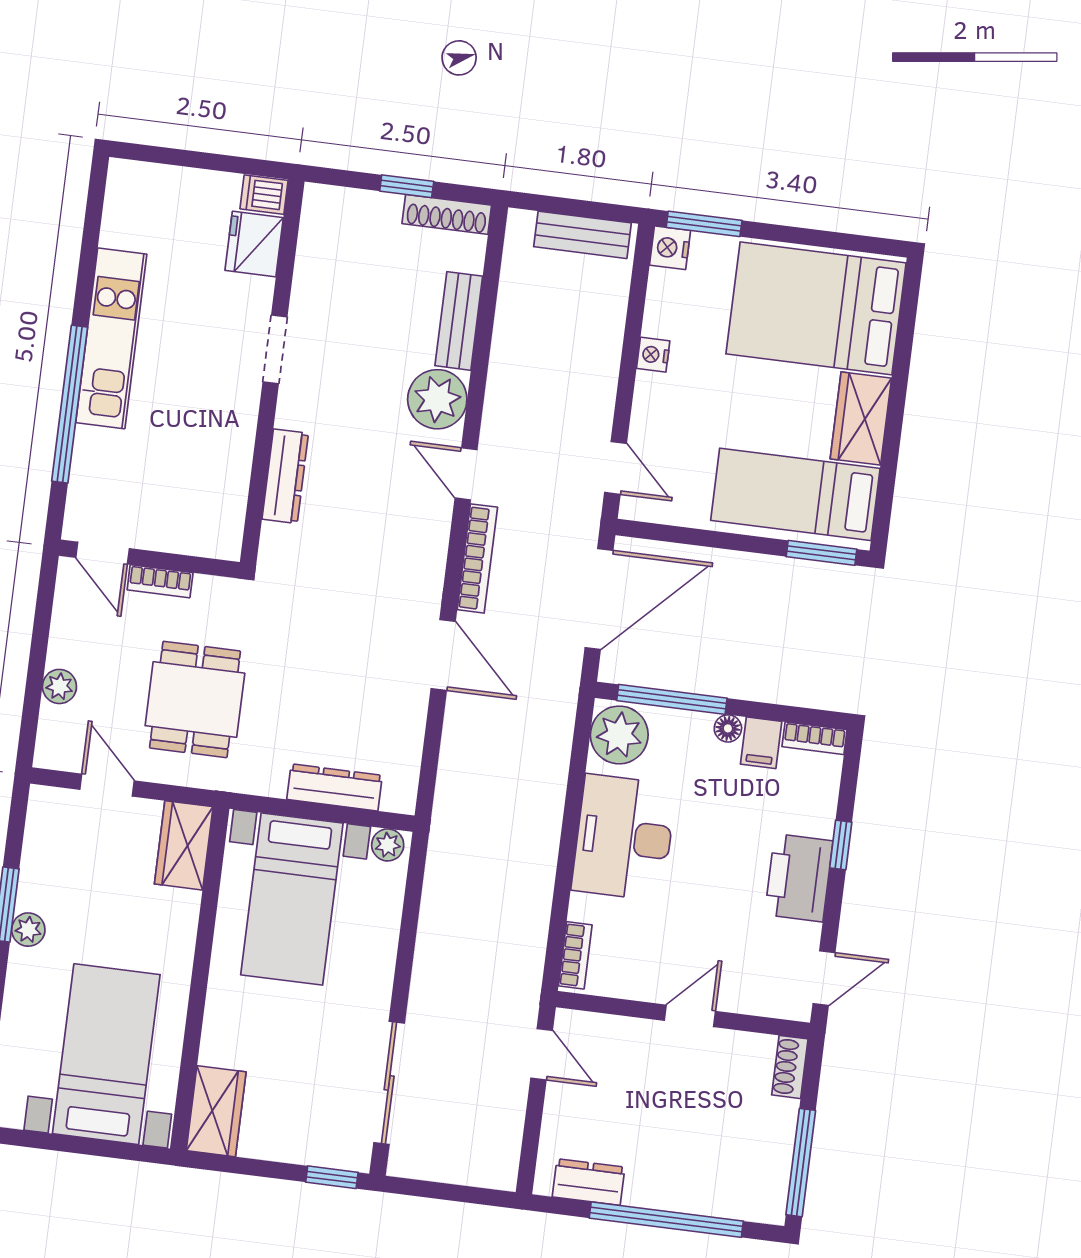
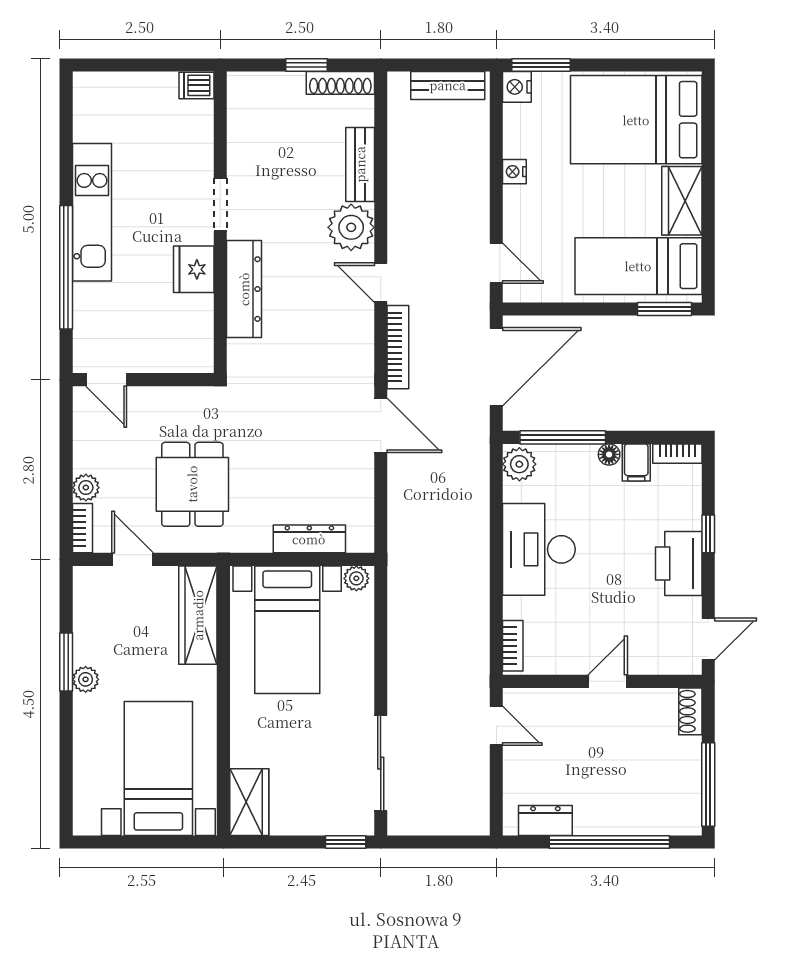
fridge: (254, 244) -> (194, 269), moved
dresser: (285, 476) -> (244, 289), width x1.37, depth x1.24
bookcase: (160, 581) -> (82, 528), moved, turned -90
plant: (619, 735) -> (519, 464), width x0.73, depth x0.73
wardrobe: (184, 845) -> (198, 615), width x1.50

